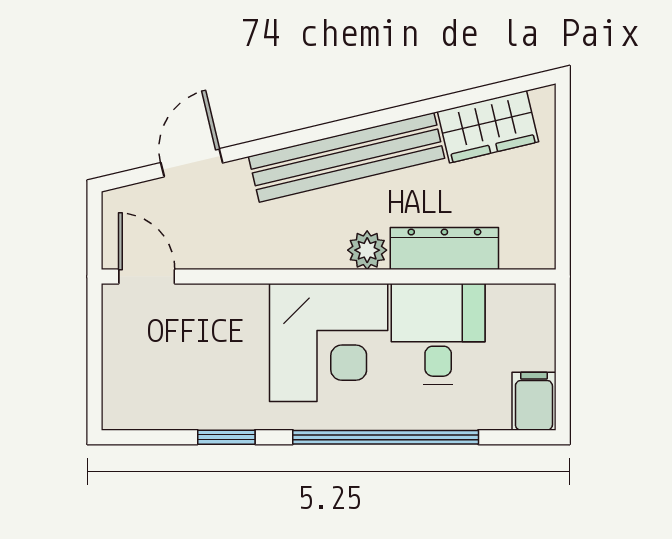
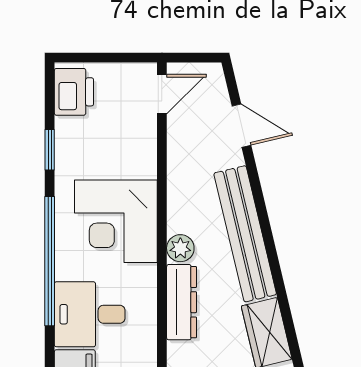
desk: (438, 334) -> (90, 314), moved, turned 180
printer: (143, 402) -> (74, 92), added

